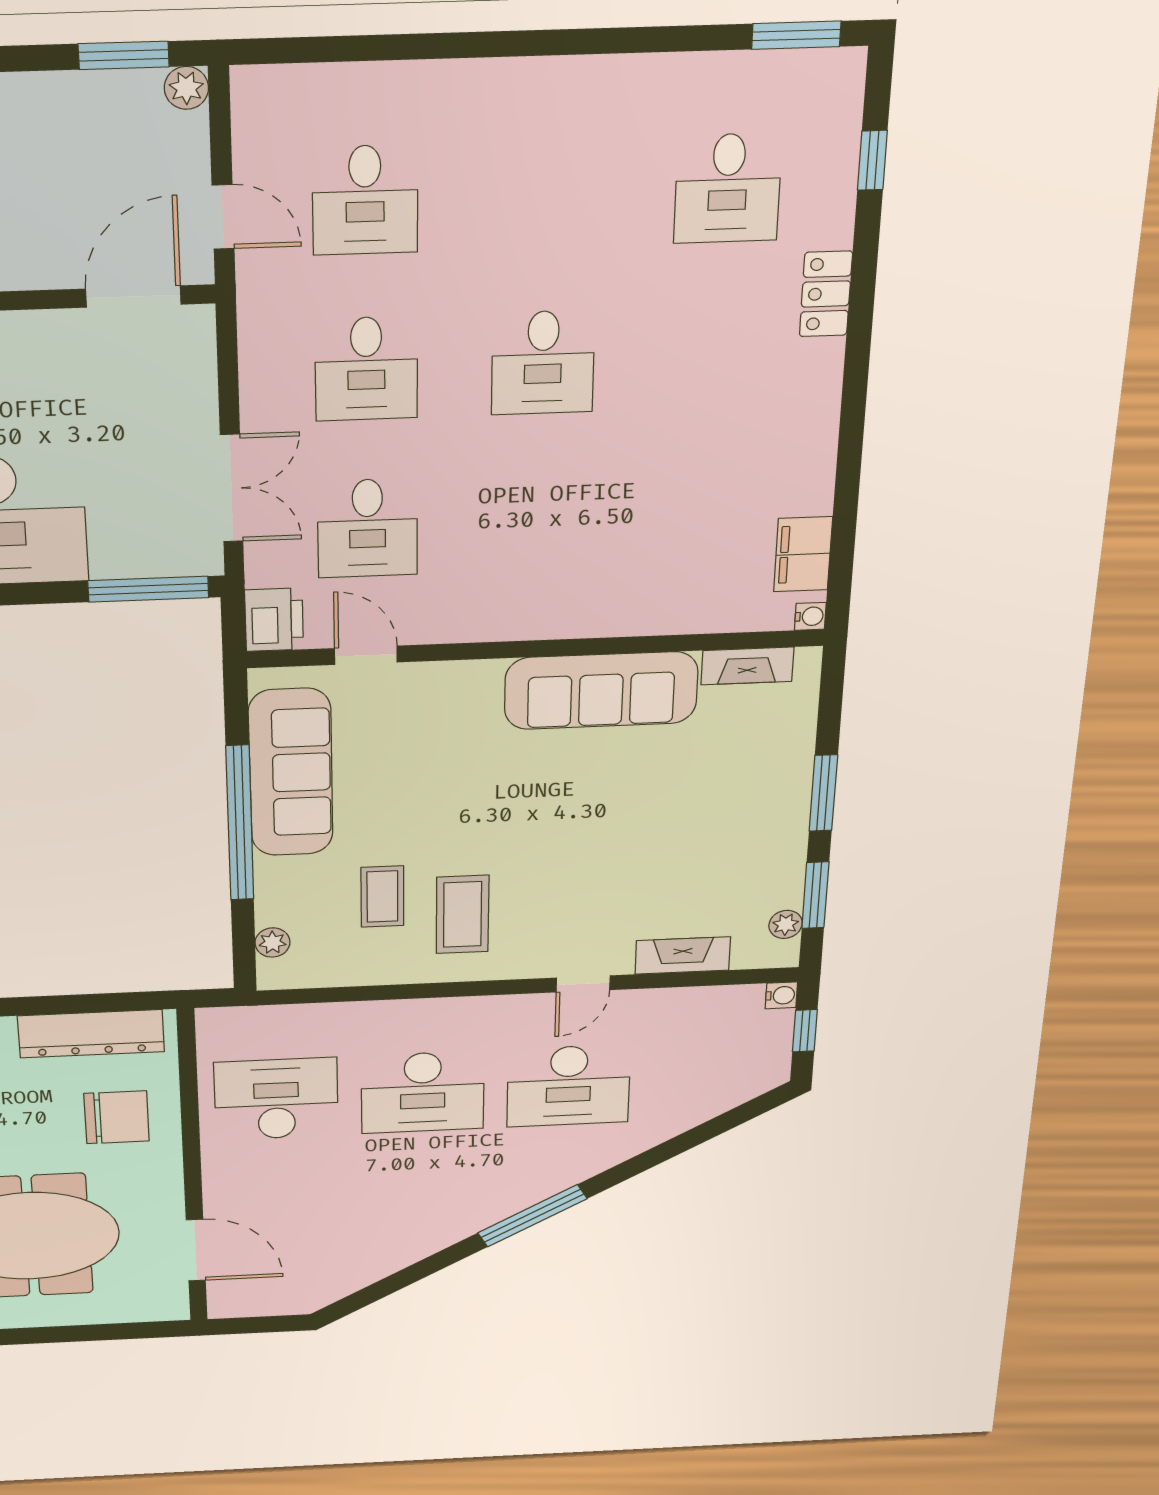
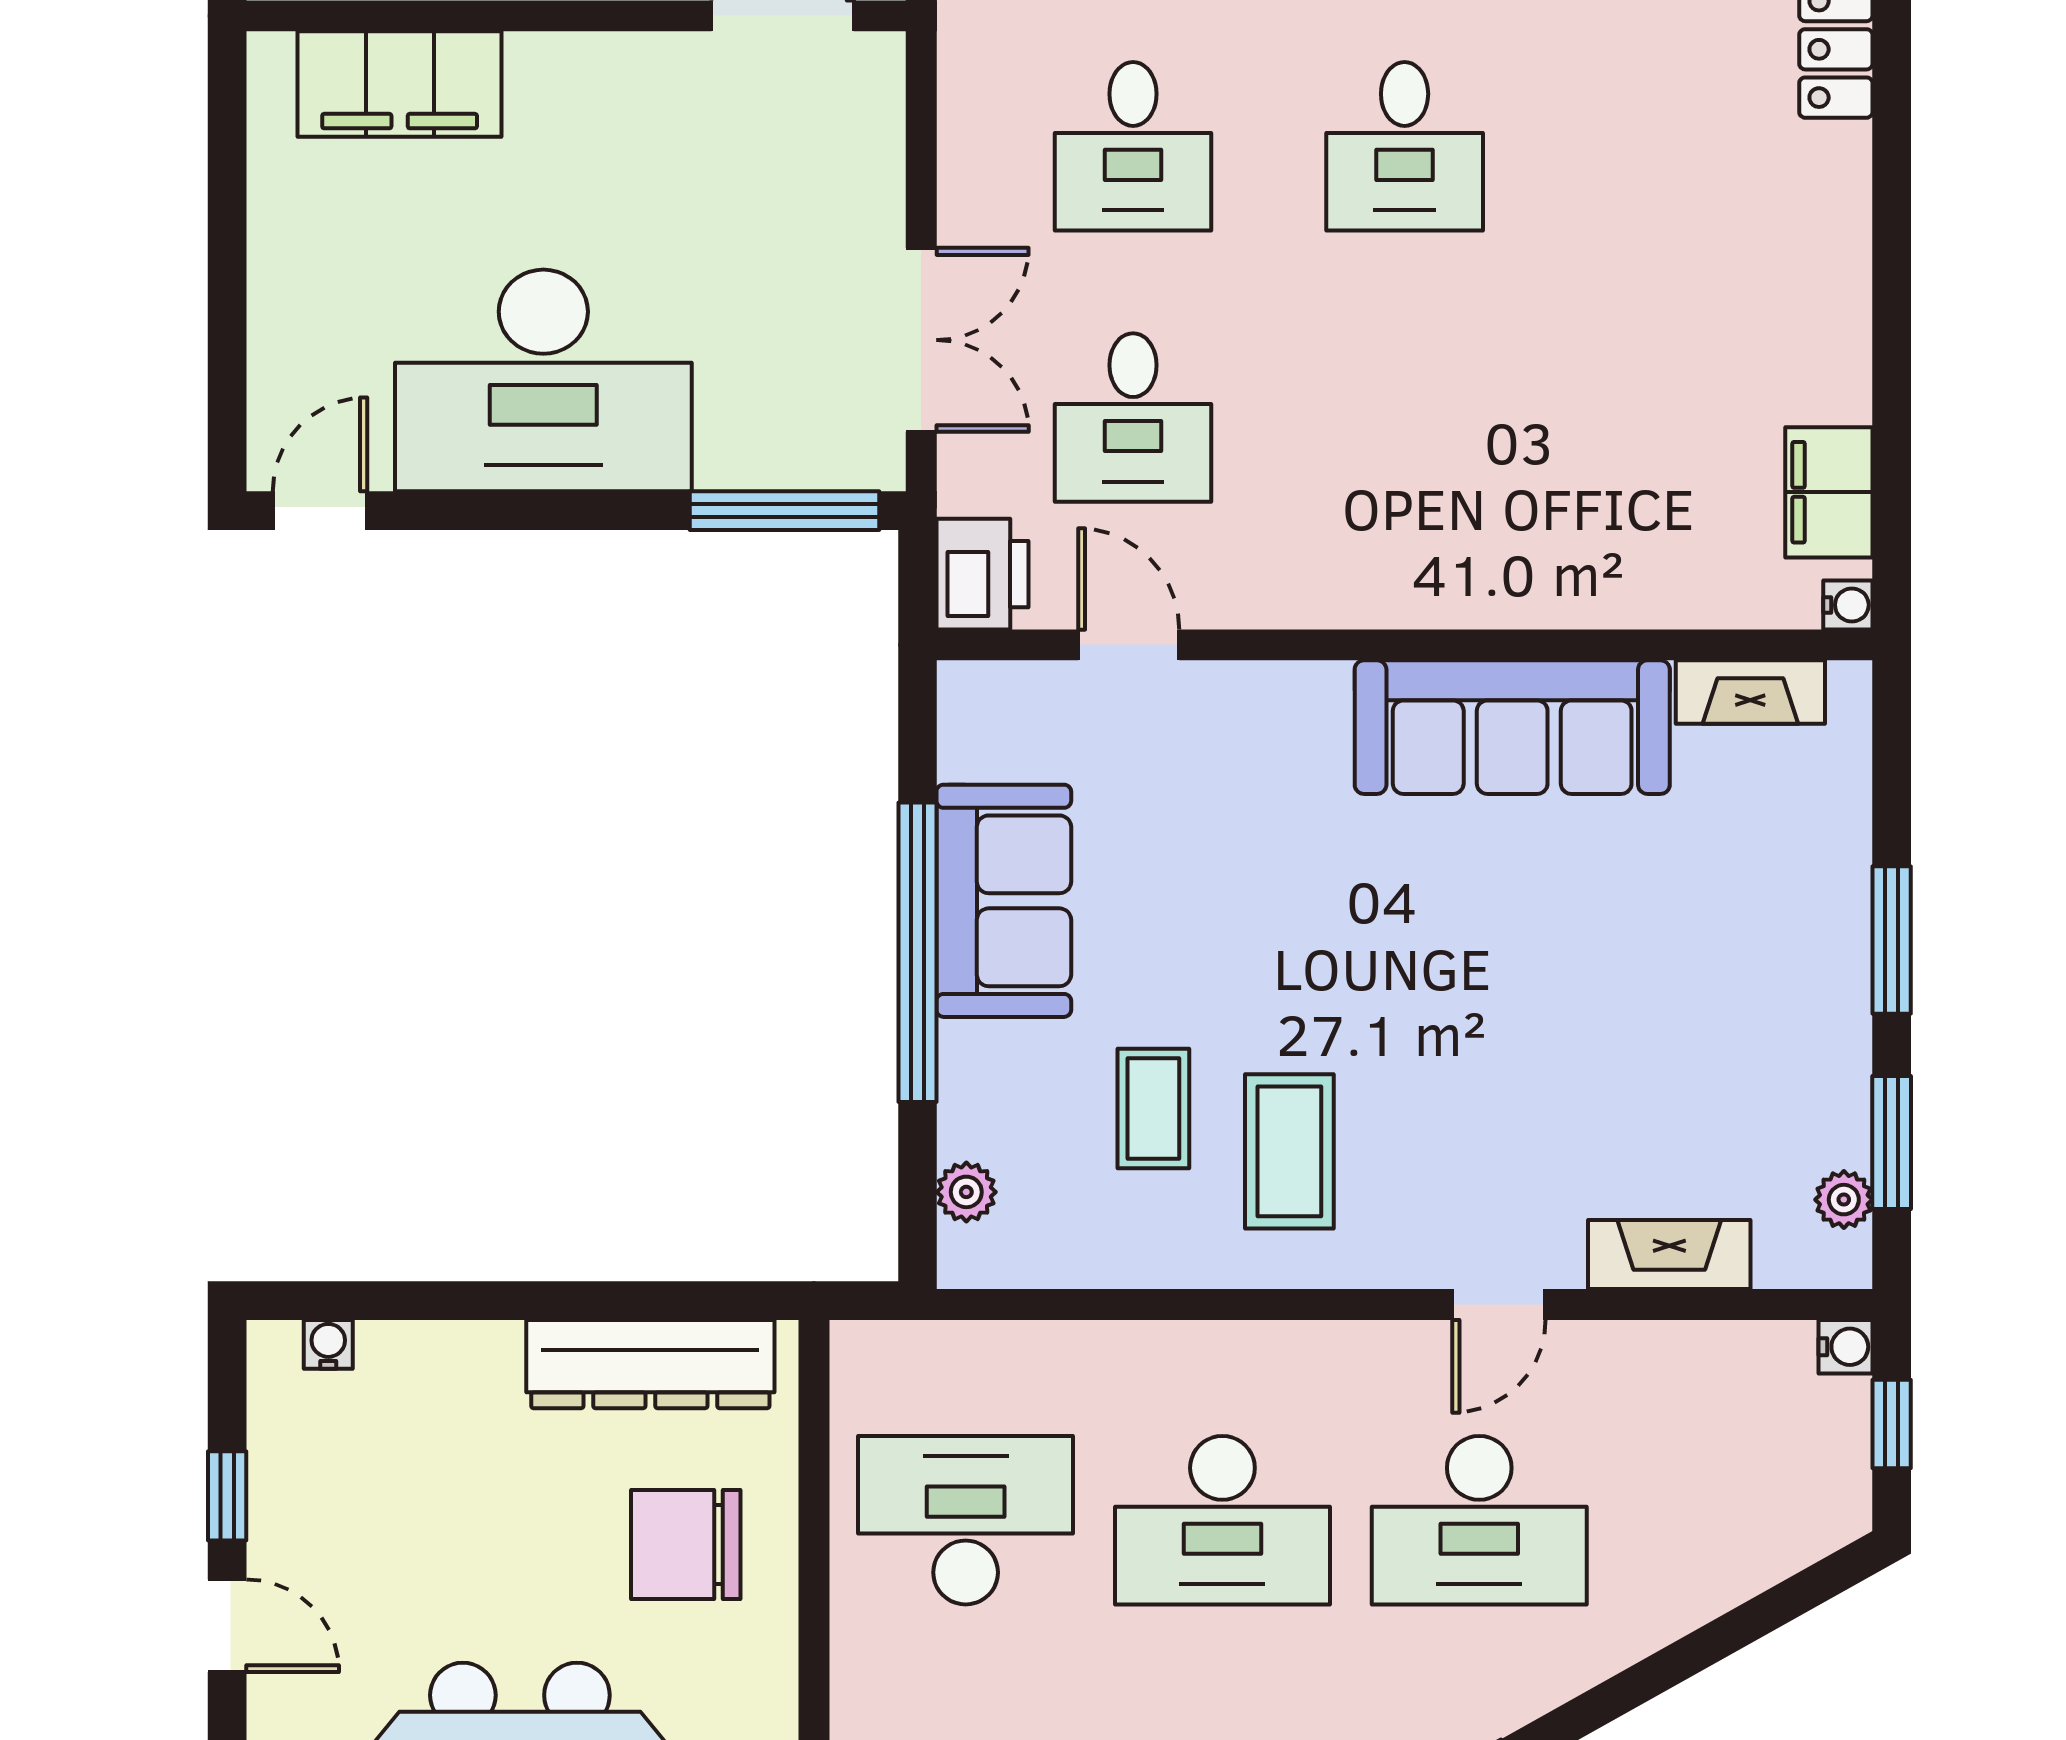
sofa: (291, 773) -> (1004, 901), width x0.73
chair: (117, 1117) -> (686, 1544), turned 180

